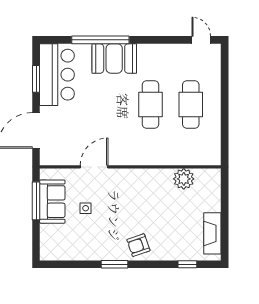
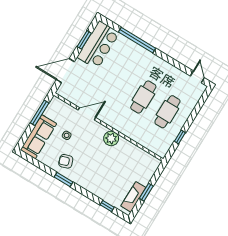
booth: (114, 58) -> (138, 56), removed
window: (225, 126) -> (180, 137), added
plant: (184, 179) -> (111, 138), moved
sofa: (52, 202) -> (38, 137), moved, width x1.36
window: (225, 218) -> (146, 192), added
armchair: (138, 245) -> (66, 161), moved

